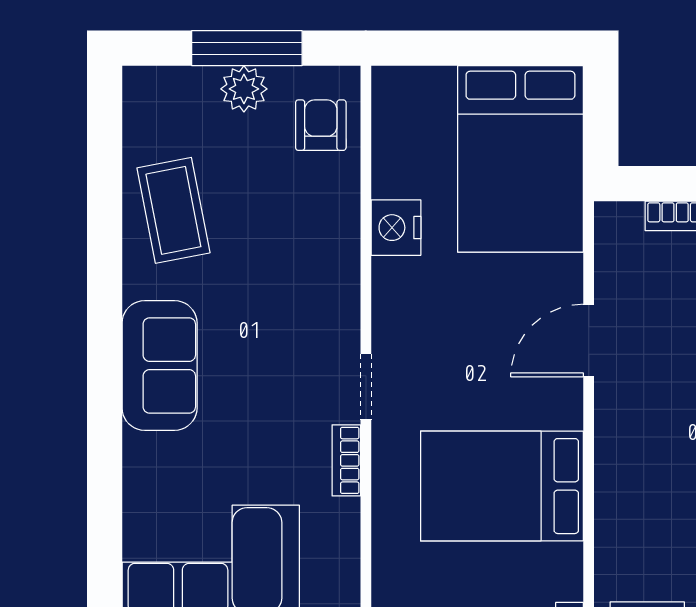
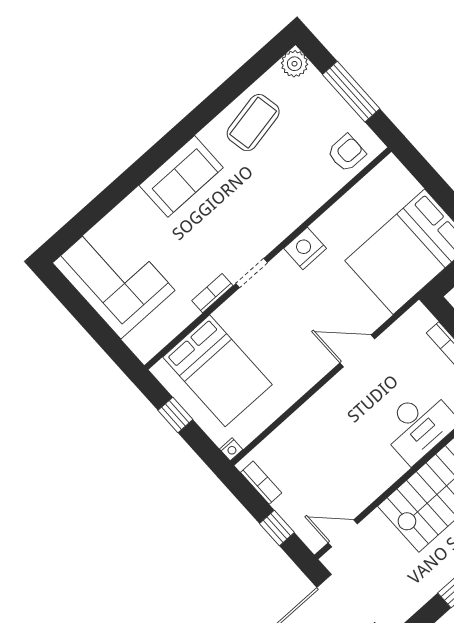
plant: (244, 89) -> (294, 64), moved
nightstand: (396, 228) -> (305, 248), moved
bed: (502, 486) -> (217, 371), moved, turned 180

